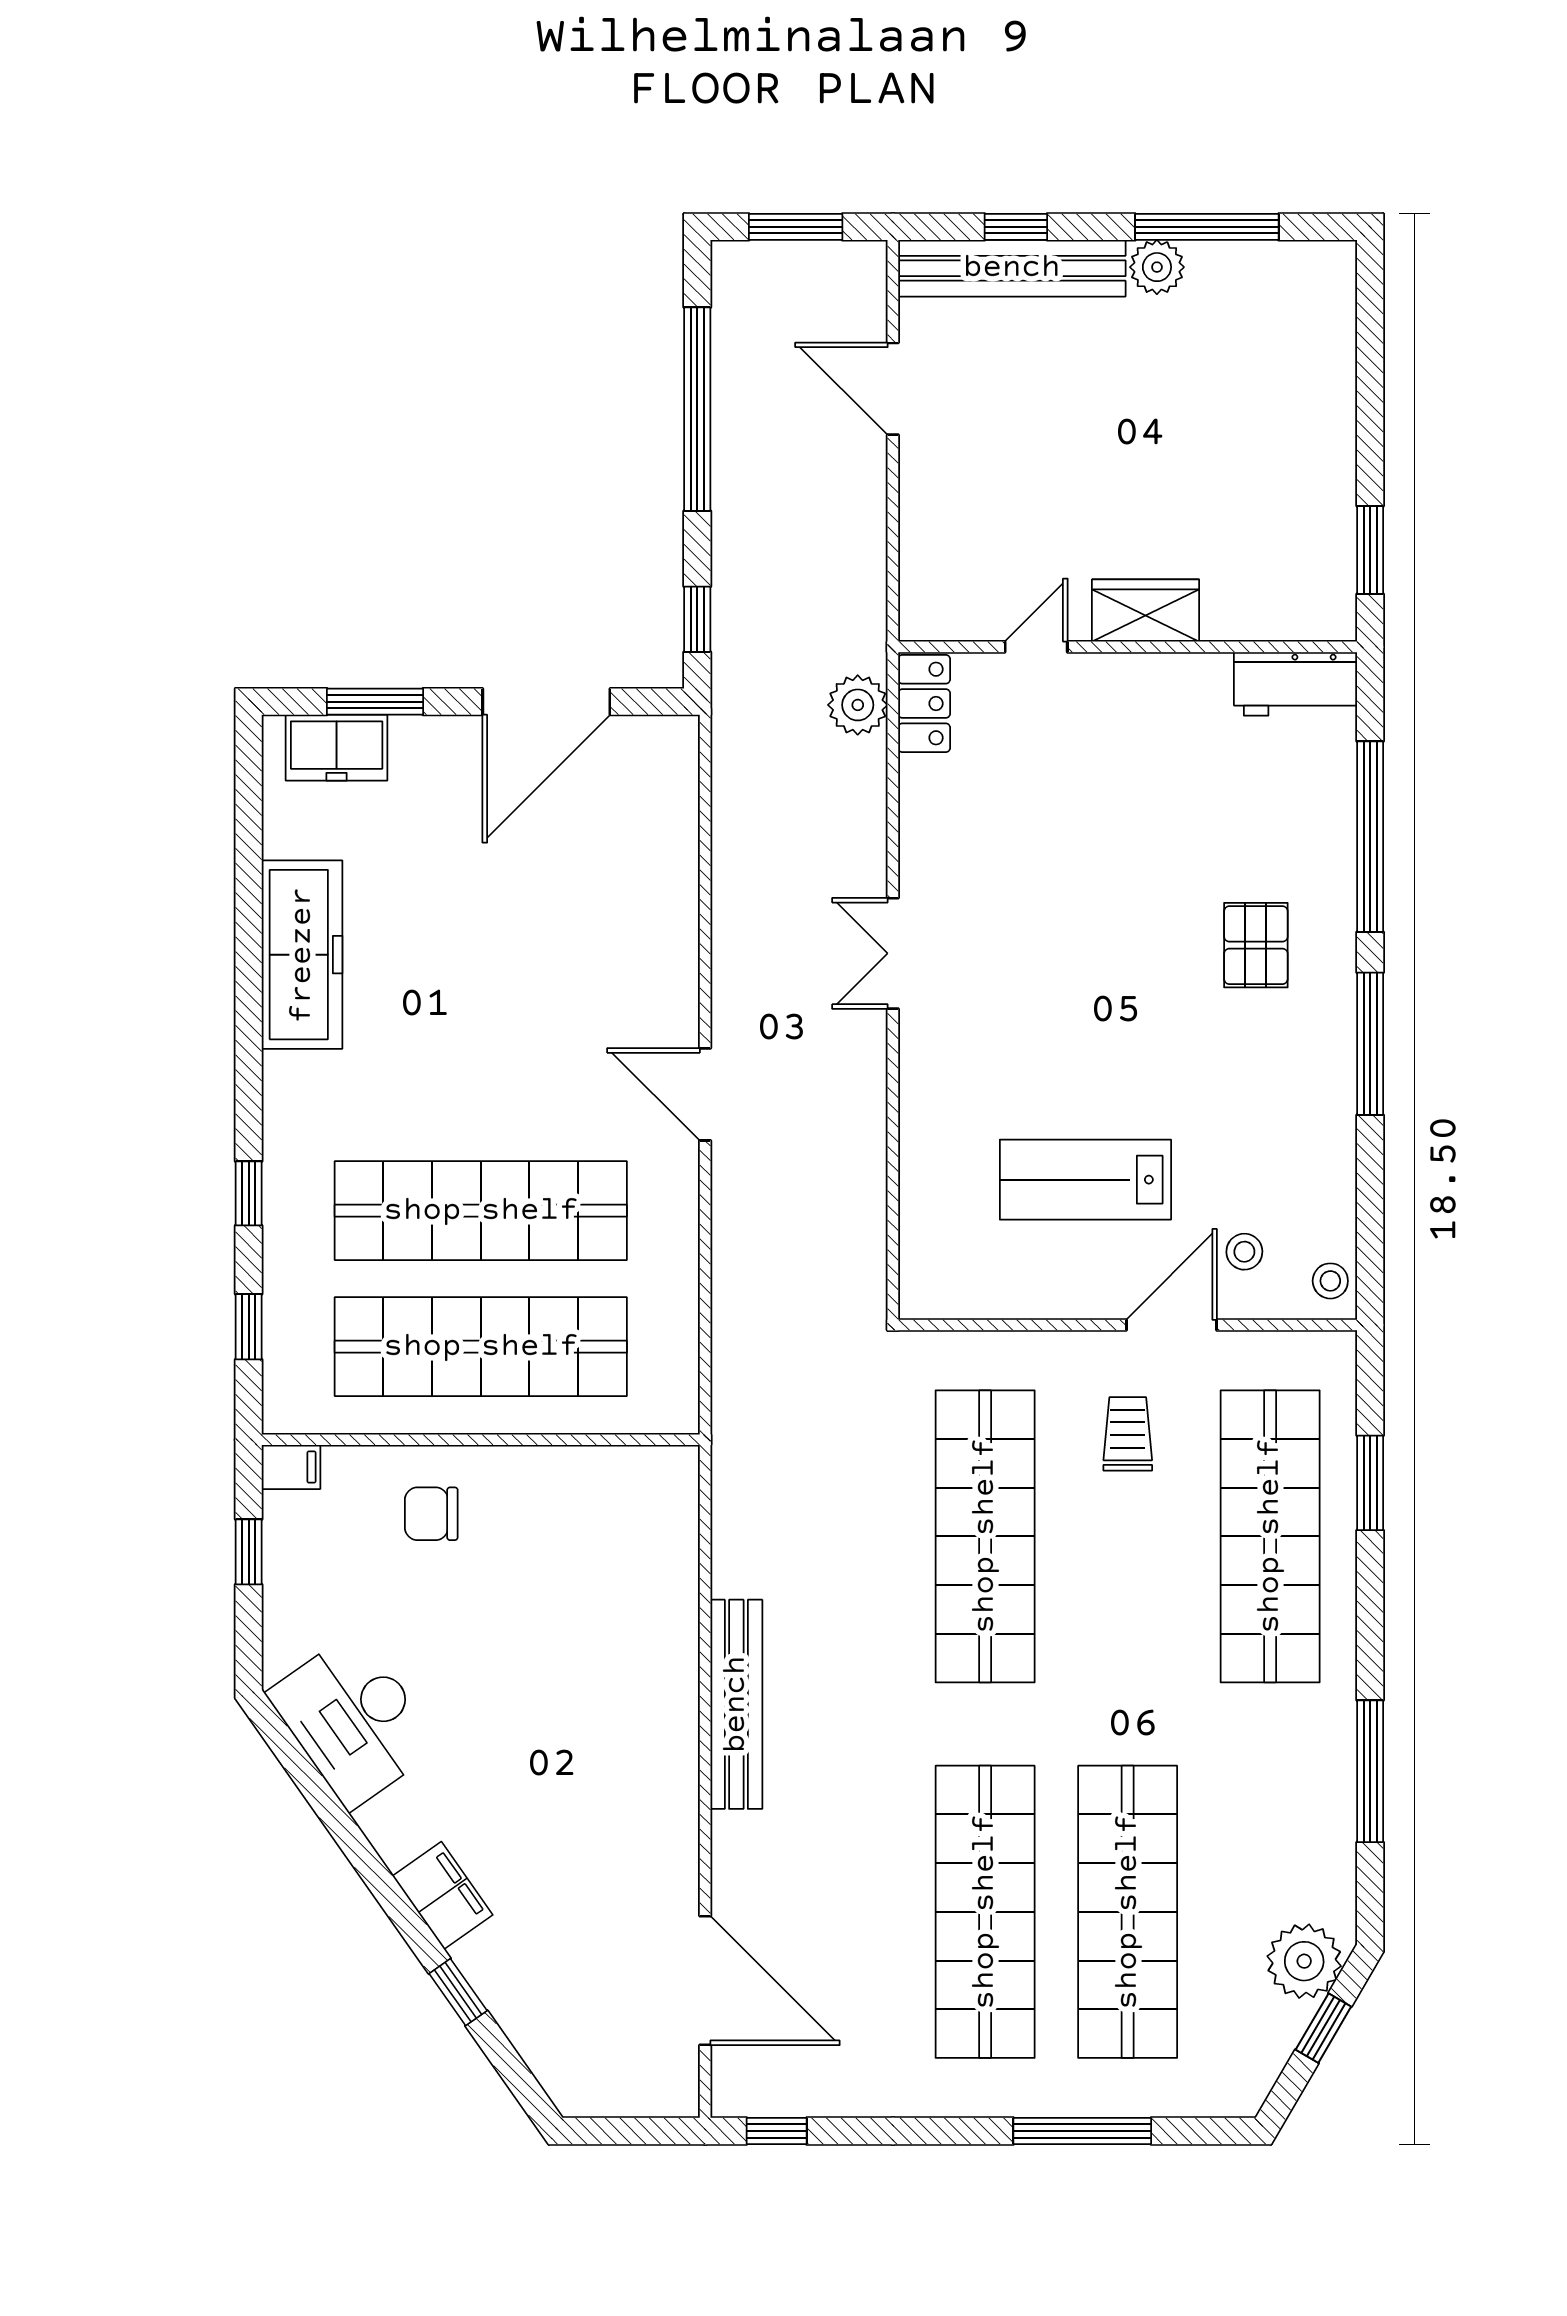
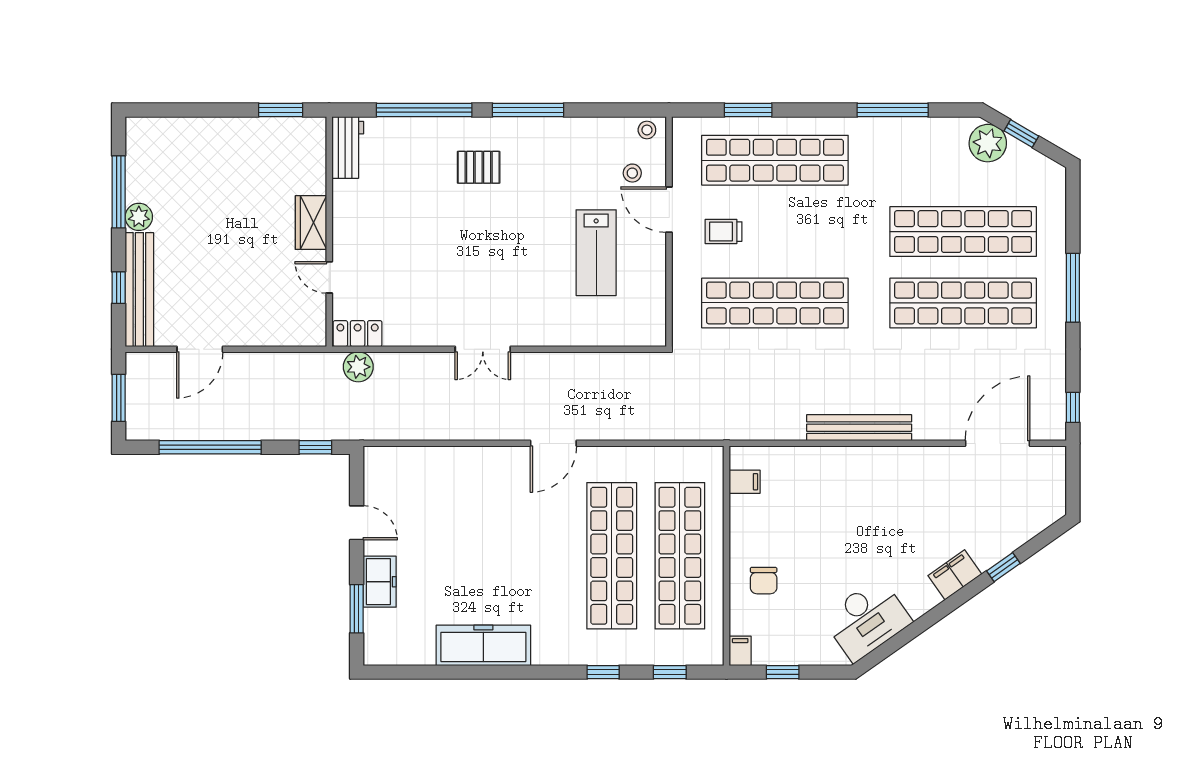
door: (546, 702) -> (357, 523), width x0.53
freezer: (337, 748) -> (380, 582), moved
filing cabinet: (629, 1476) -> (745, 482), added
window: (1082, 2131) -> (1073, 288), moved

